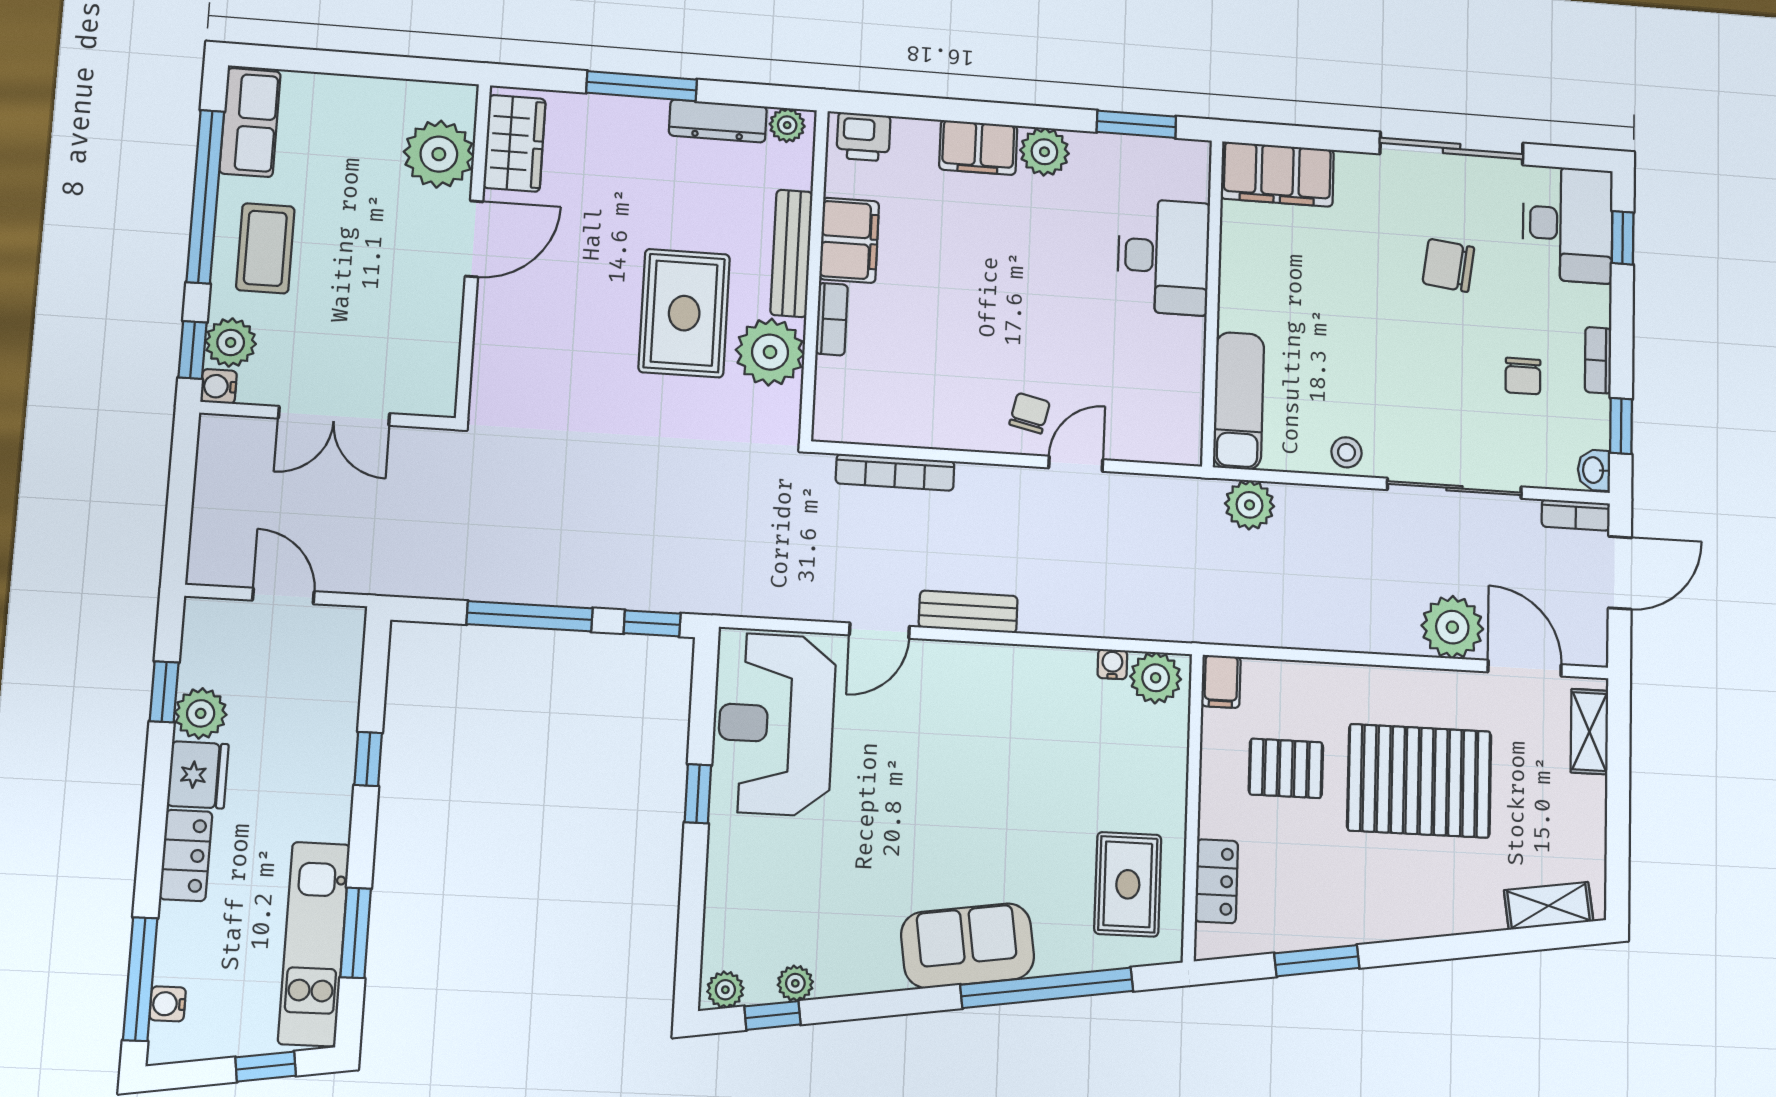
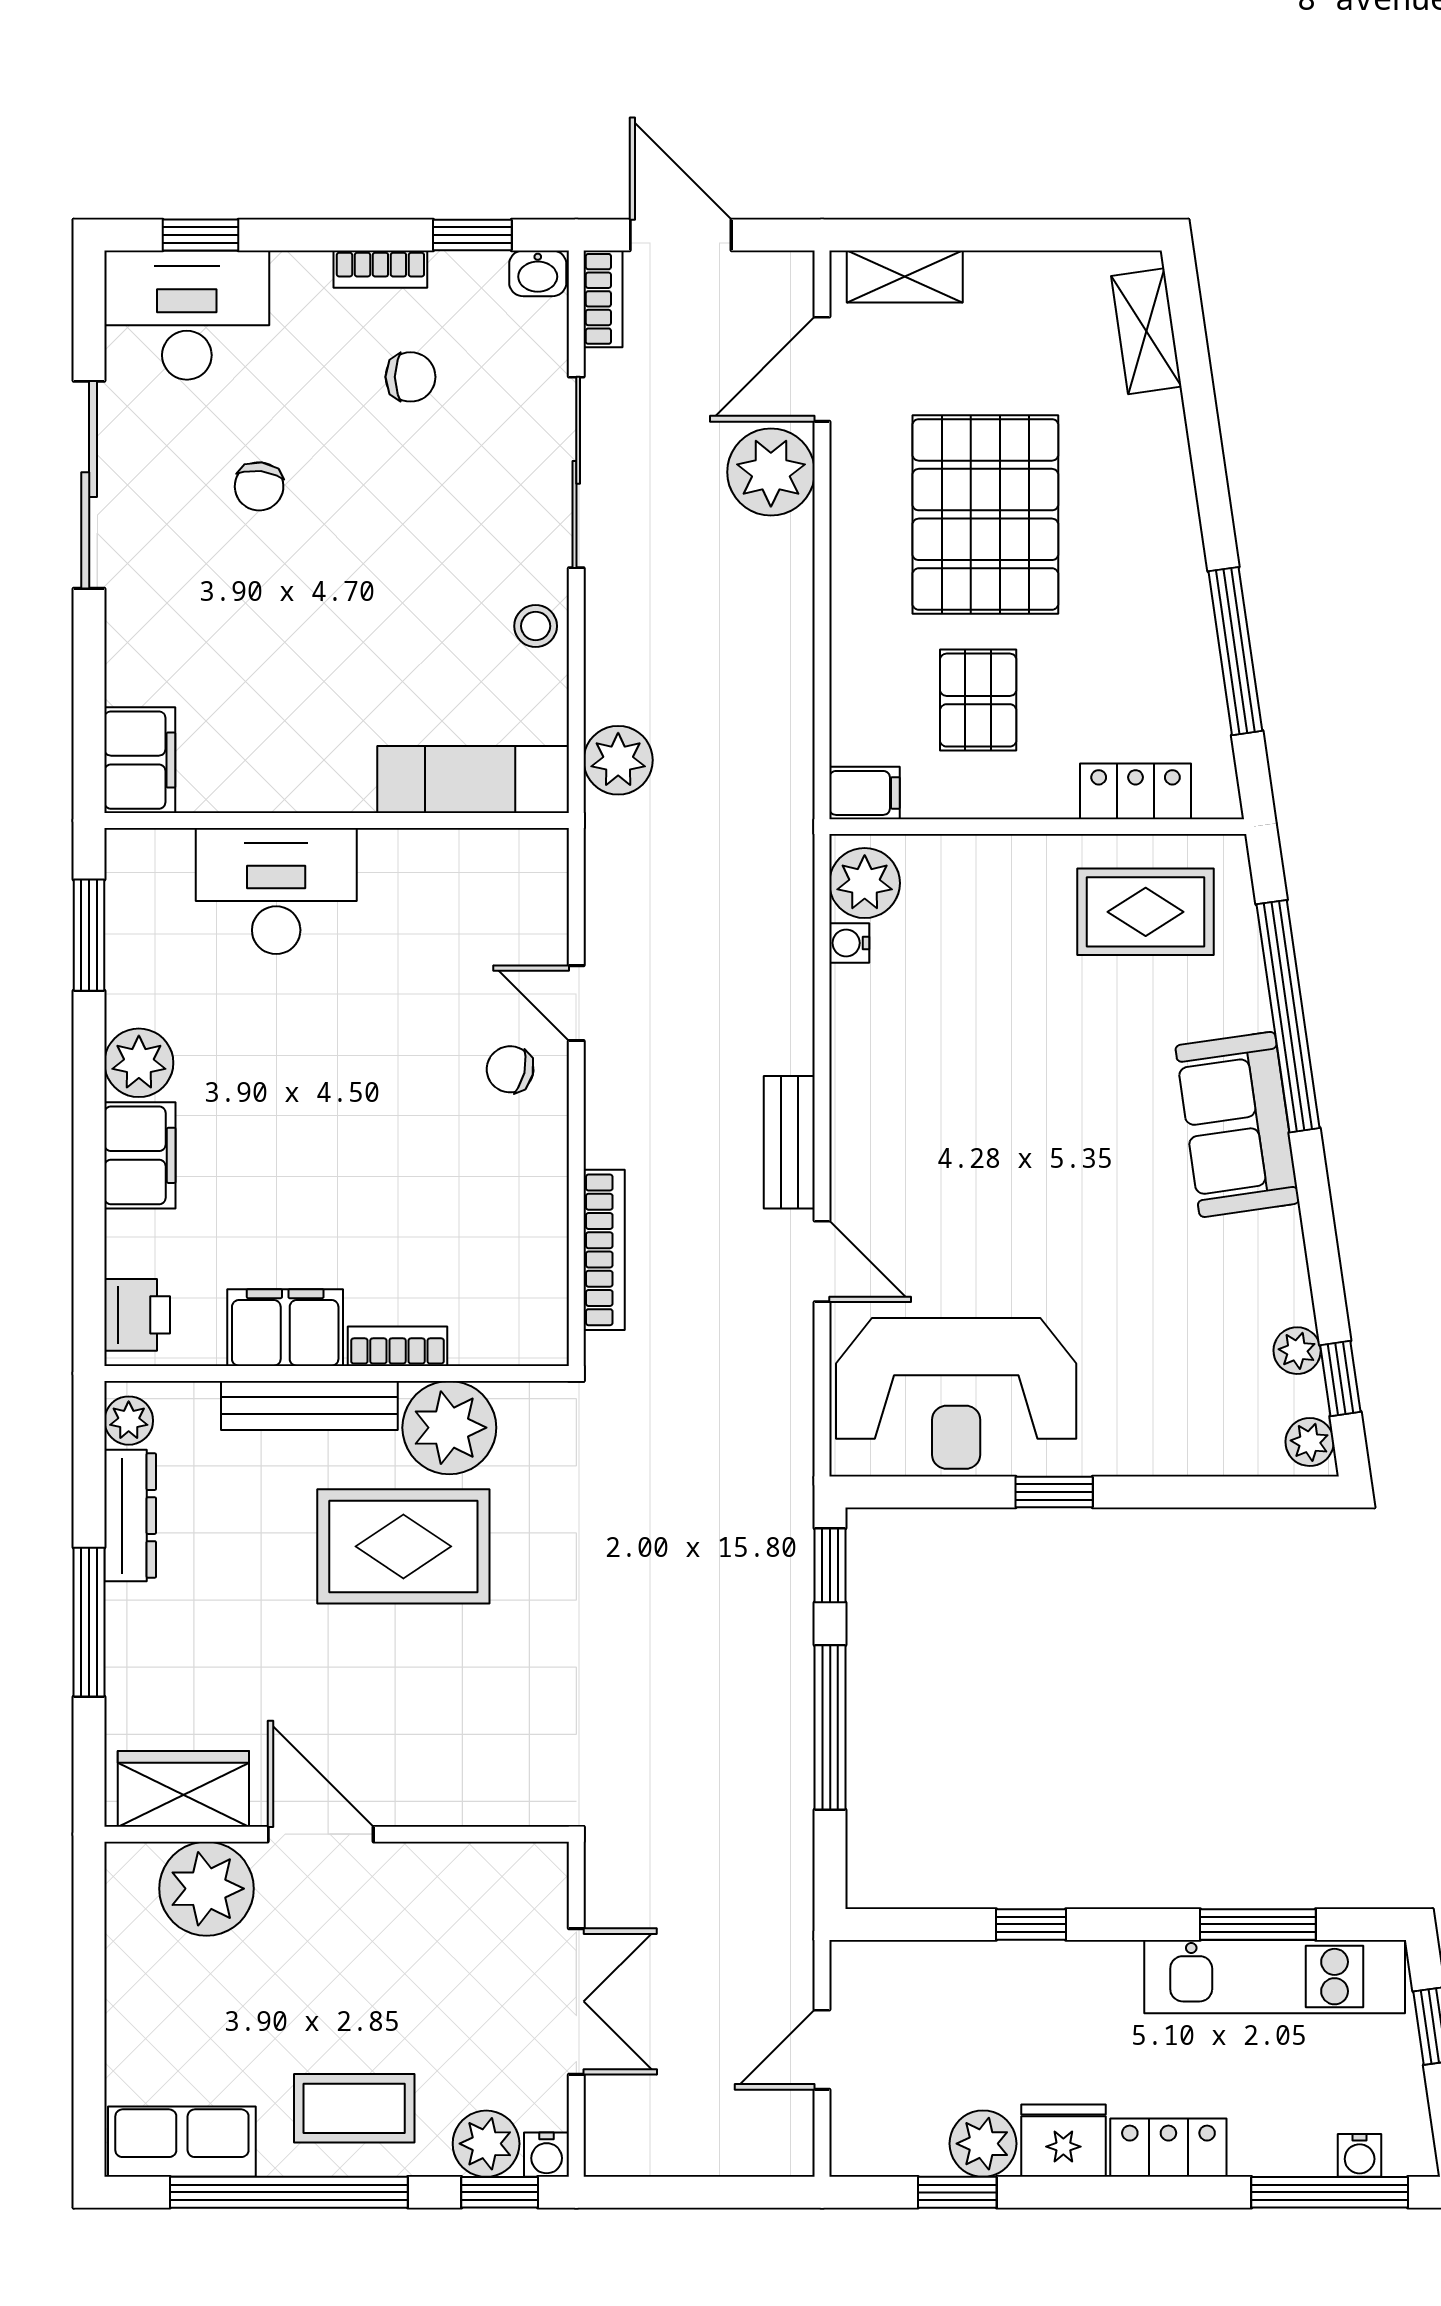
filing cabinet: (1277, 174) -> (140, 760), width x0.67, depth x0.86
chair: (1448, 265) -> (259, 486), width x0.73, depth x0.73
window: (1317, 961) -> (1235, 651), width x1.44

